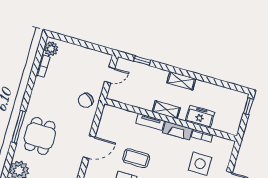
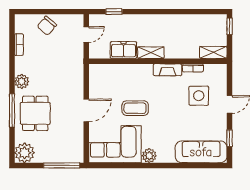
plant: (51, 49) -> (22, 81), moved
shelving: (181, 81) -> (213, 52), moved
chair: (86, 100) -> (47, 26), moved
freezer: (200, 117) -> (123, 50), moved
tv unit: (150, 122) -> (139, 69), removed

